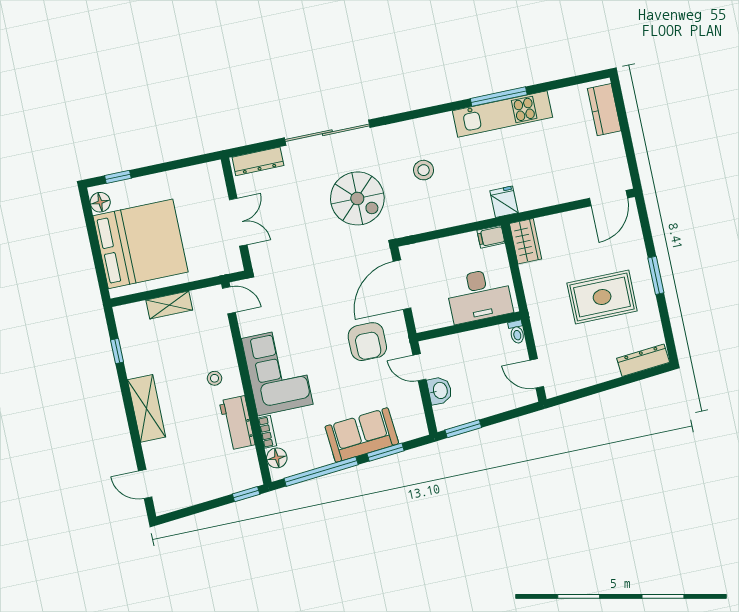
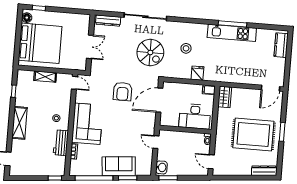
fridge: (504, 202) -> (197, 73), moved
rug: (602, 297) -> (253, 135), width x1.37, depth x1.44
armchair: (367, 342) -> (123, 91), moved
washbasin: (440, 391) -> (161, 167), moved
floor lamp: (277, 458) -> (75, 165), removed

